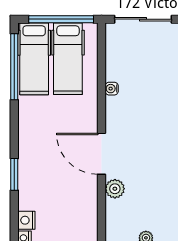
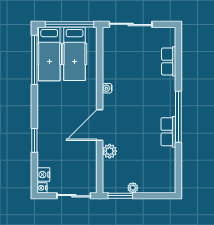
water cooler: (112, 89) -> (107, 88), moved
door: (102, 154) -> (100, 125), hinge flipped

